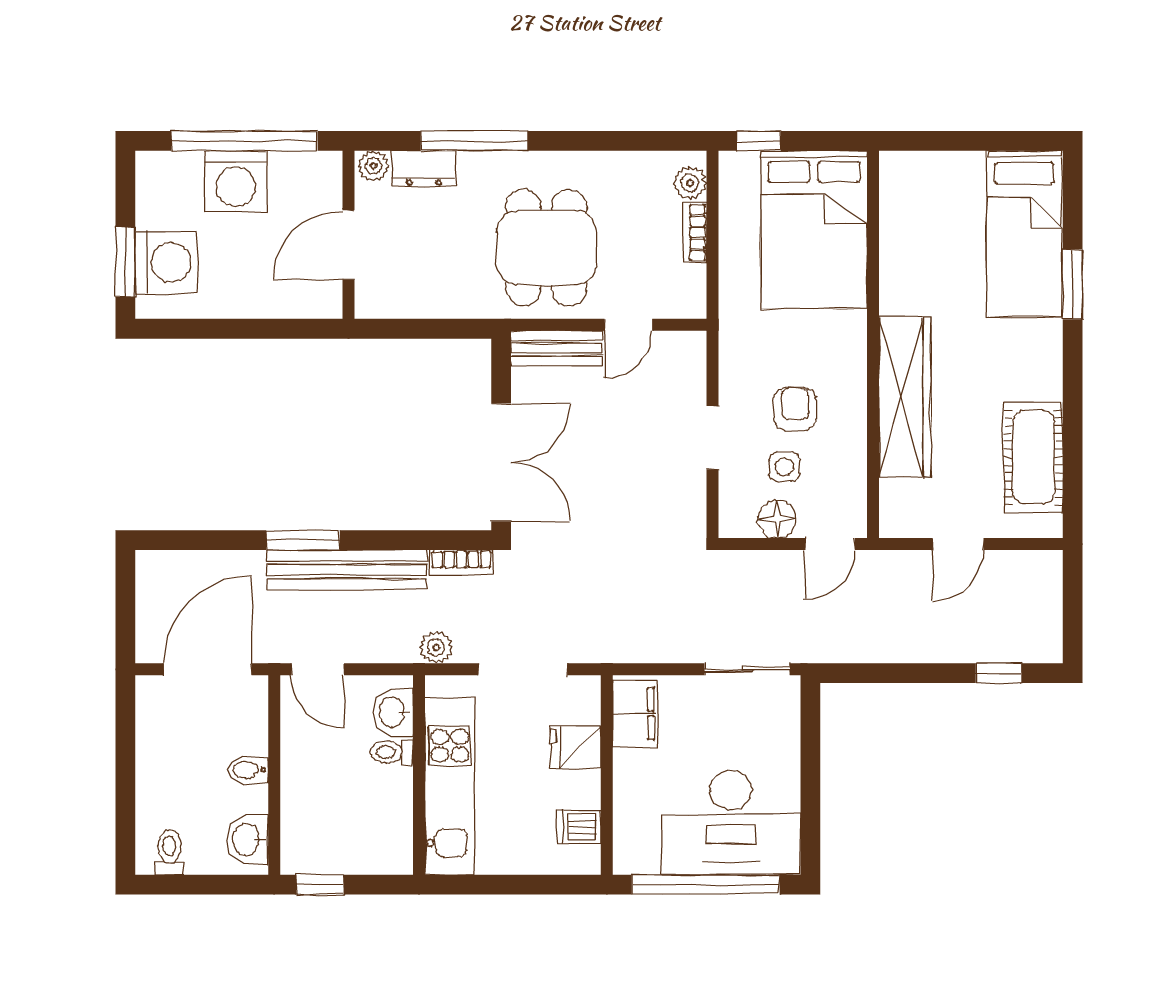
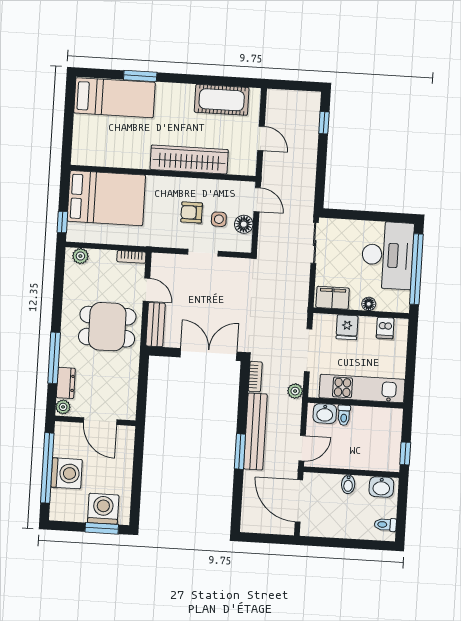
bookcase: (695, 232) -> (131, 257), moved
floor lamp: (627, 790) -> (369, 304), added

